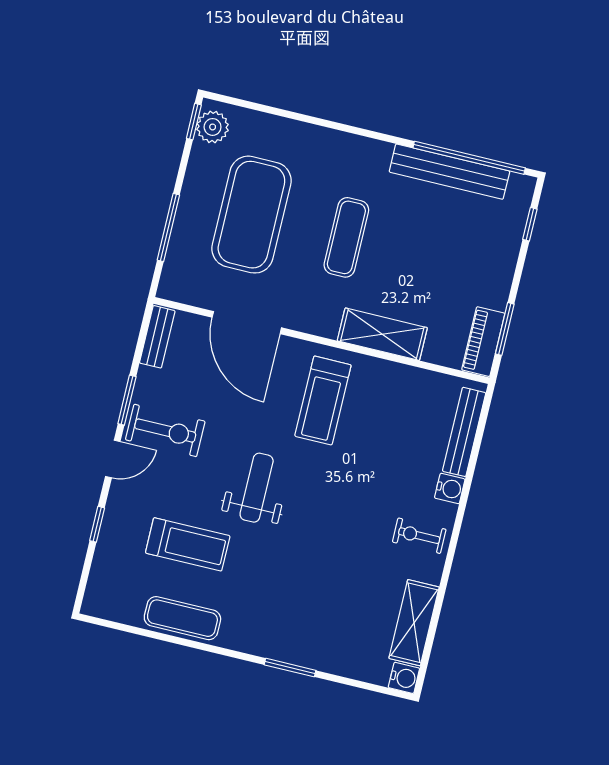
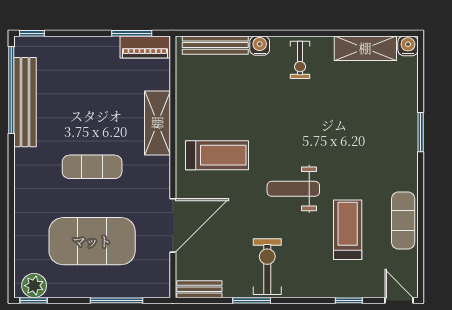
window: (530, 224) -> (32, 33), moved
door: (113, 459) -> (399, 300), moved

